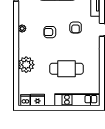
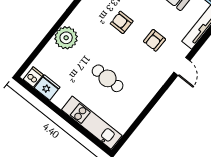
cafe table: (66, 69) -> (108, 78), width x0.73, depth x0.74

